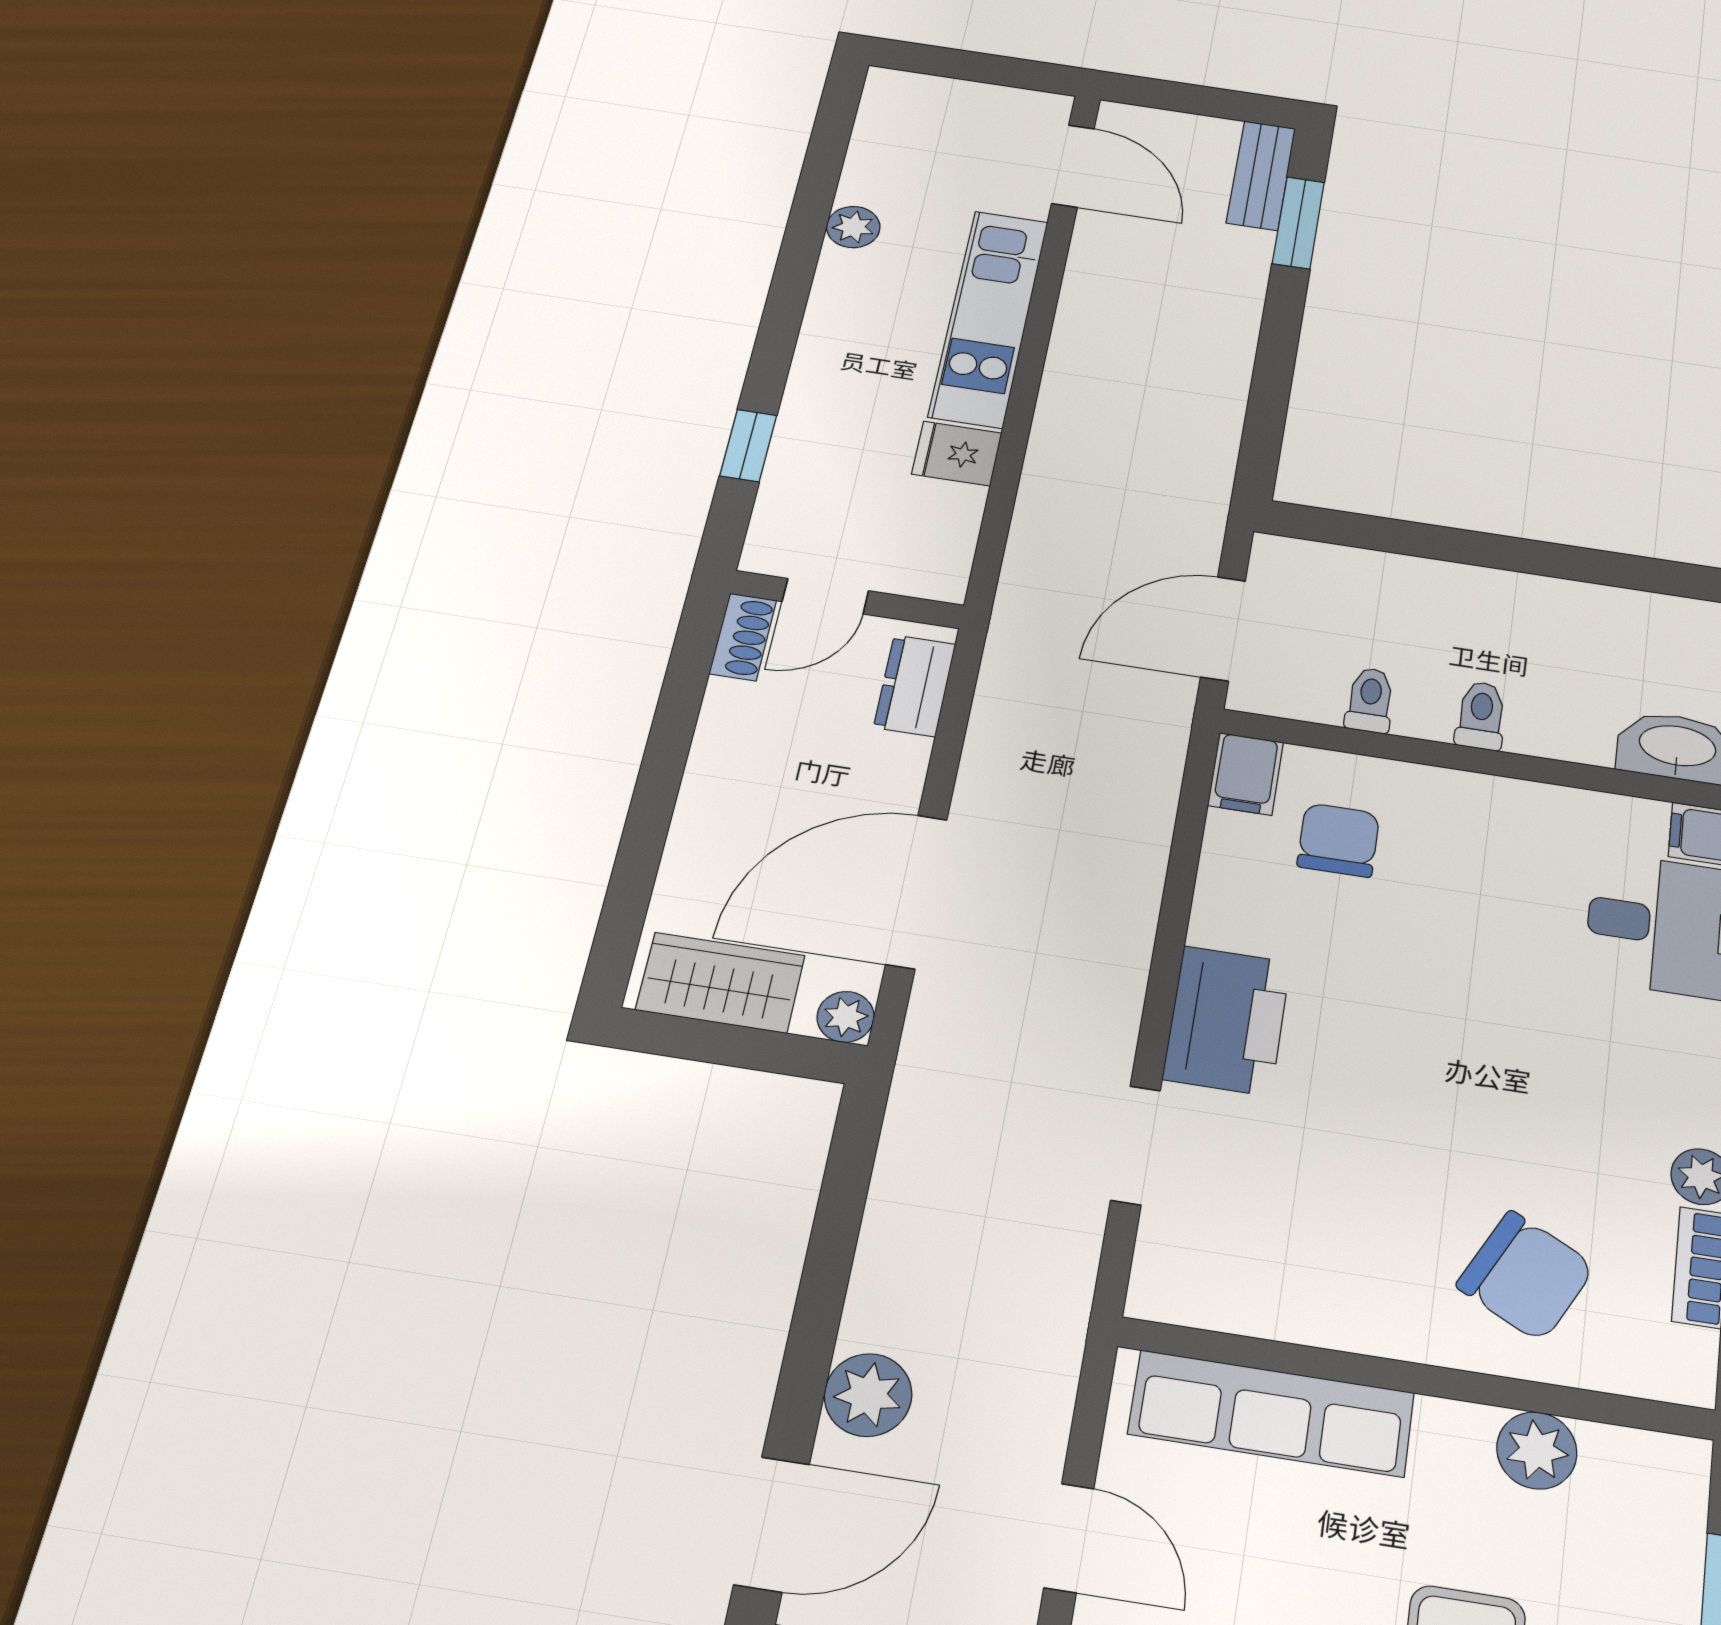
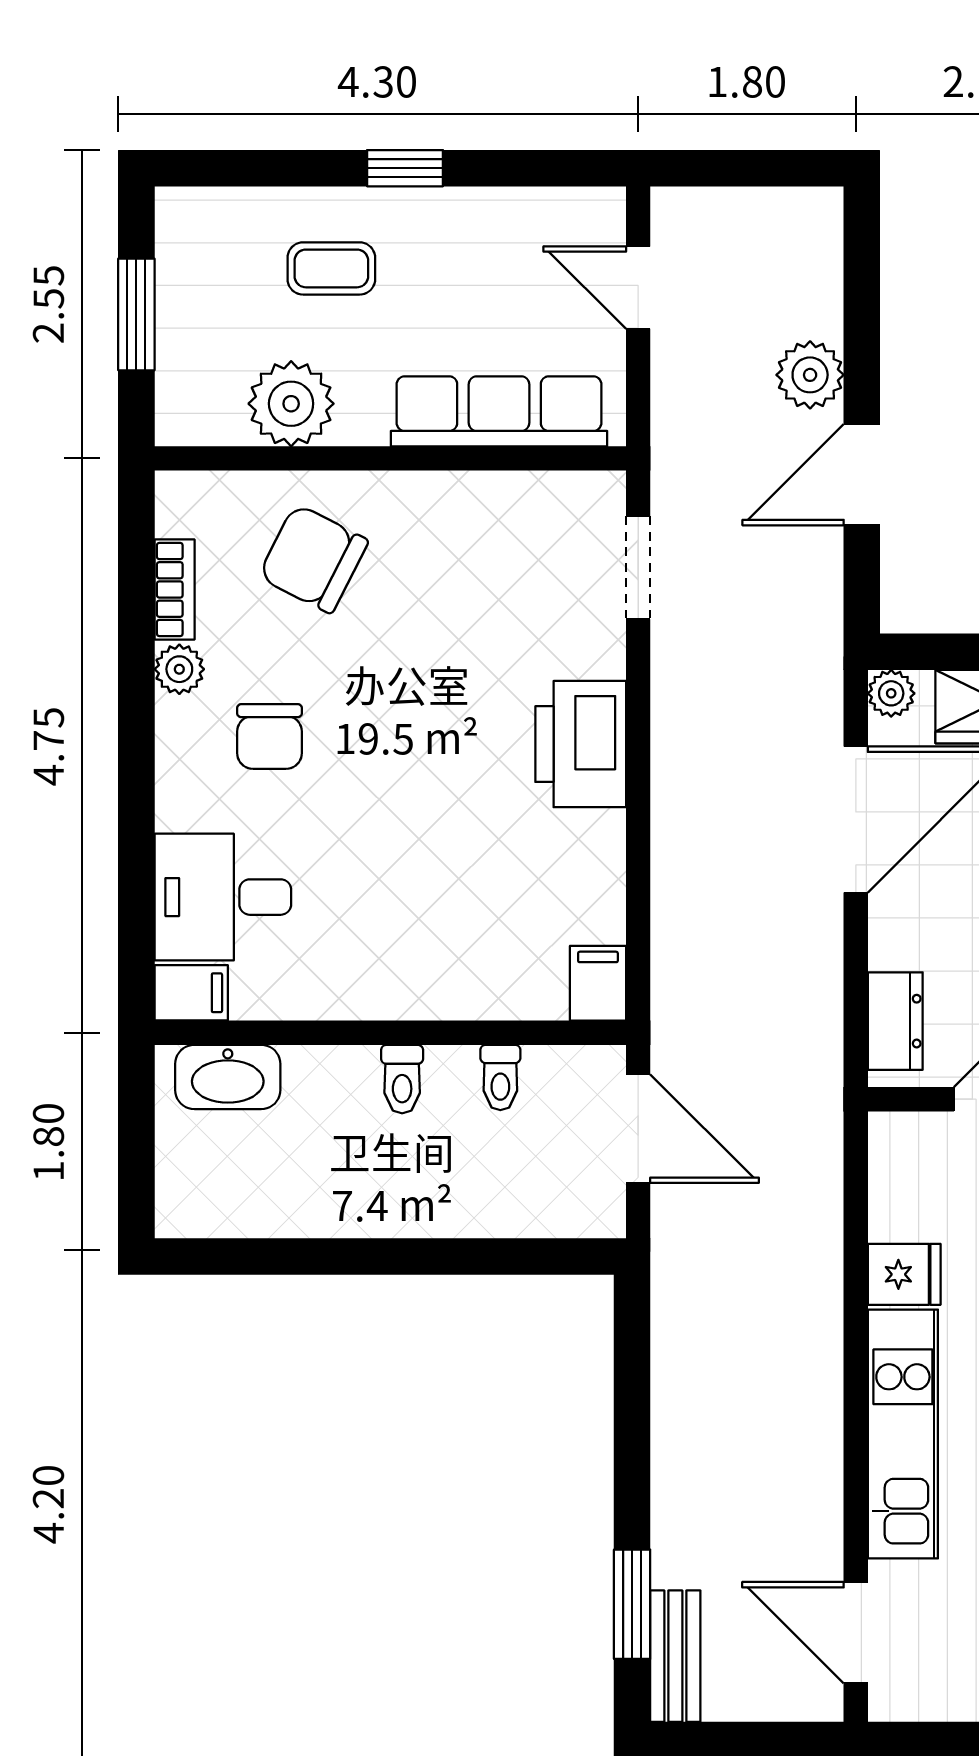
door: (1223, 629) -> (638, 1129), hinge flipped
chair: (1338, 840) -> (270, 737), moved
doorway: (1136, 1145) -> (638, 568), moved
plant: (1537, 1450) -> (291, 404), width x1.36, depth x1.36
door: (772, 1524) -> (862, 475), moved

